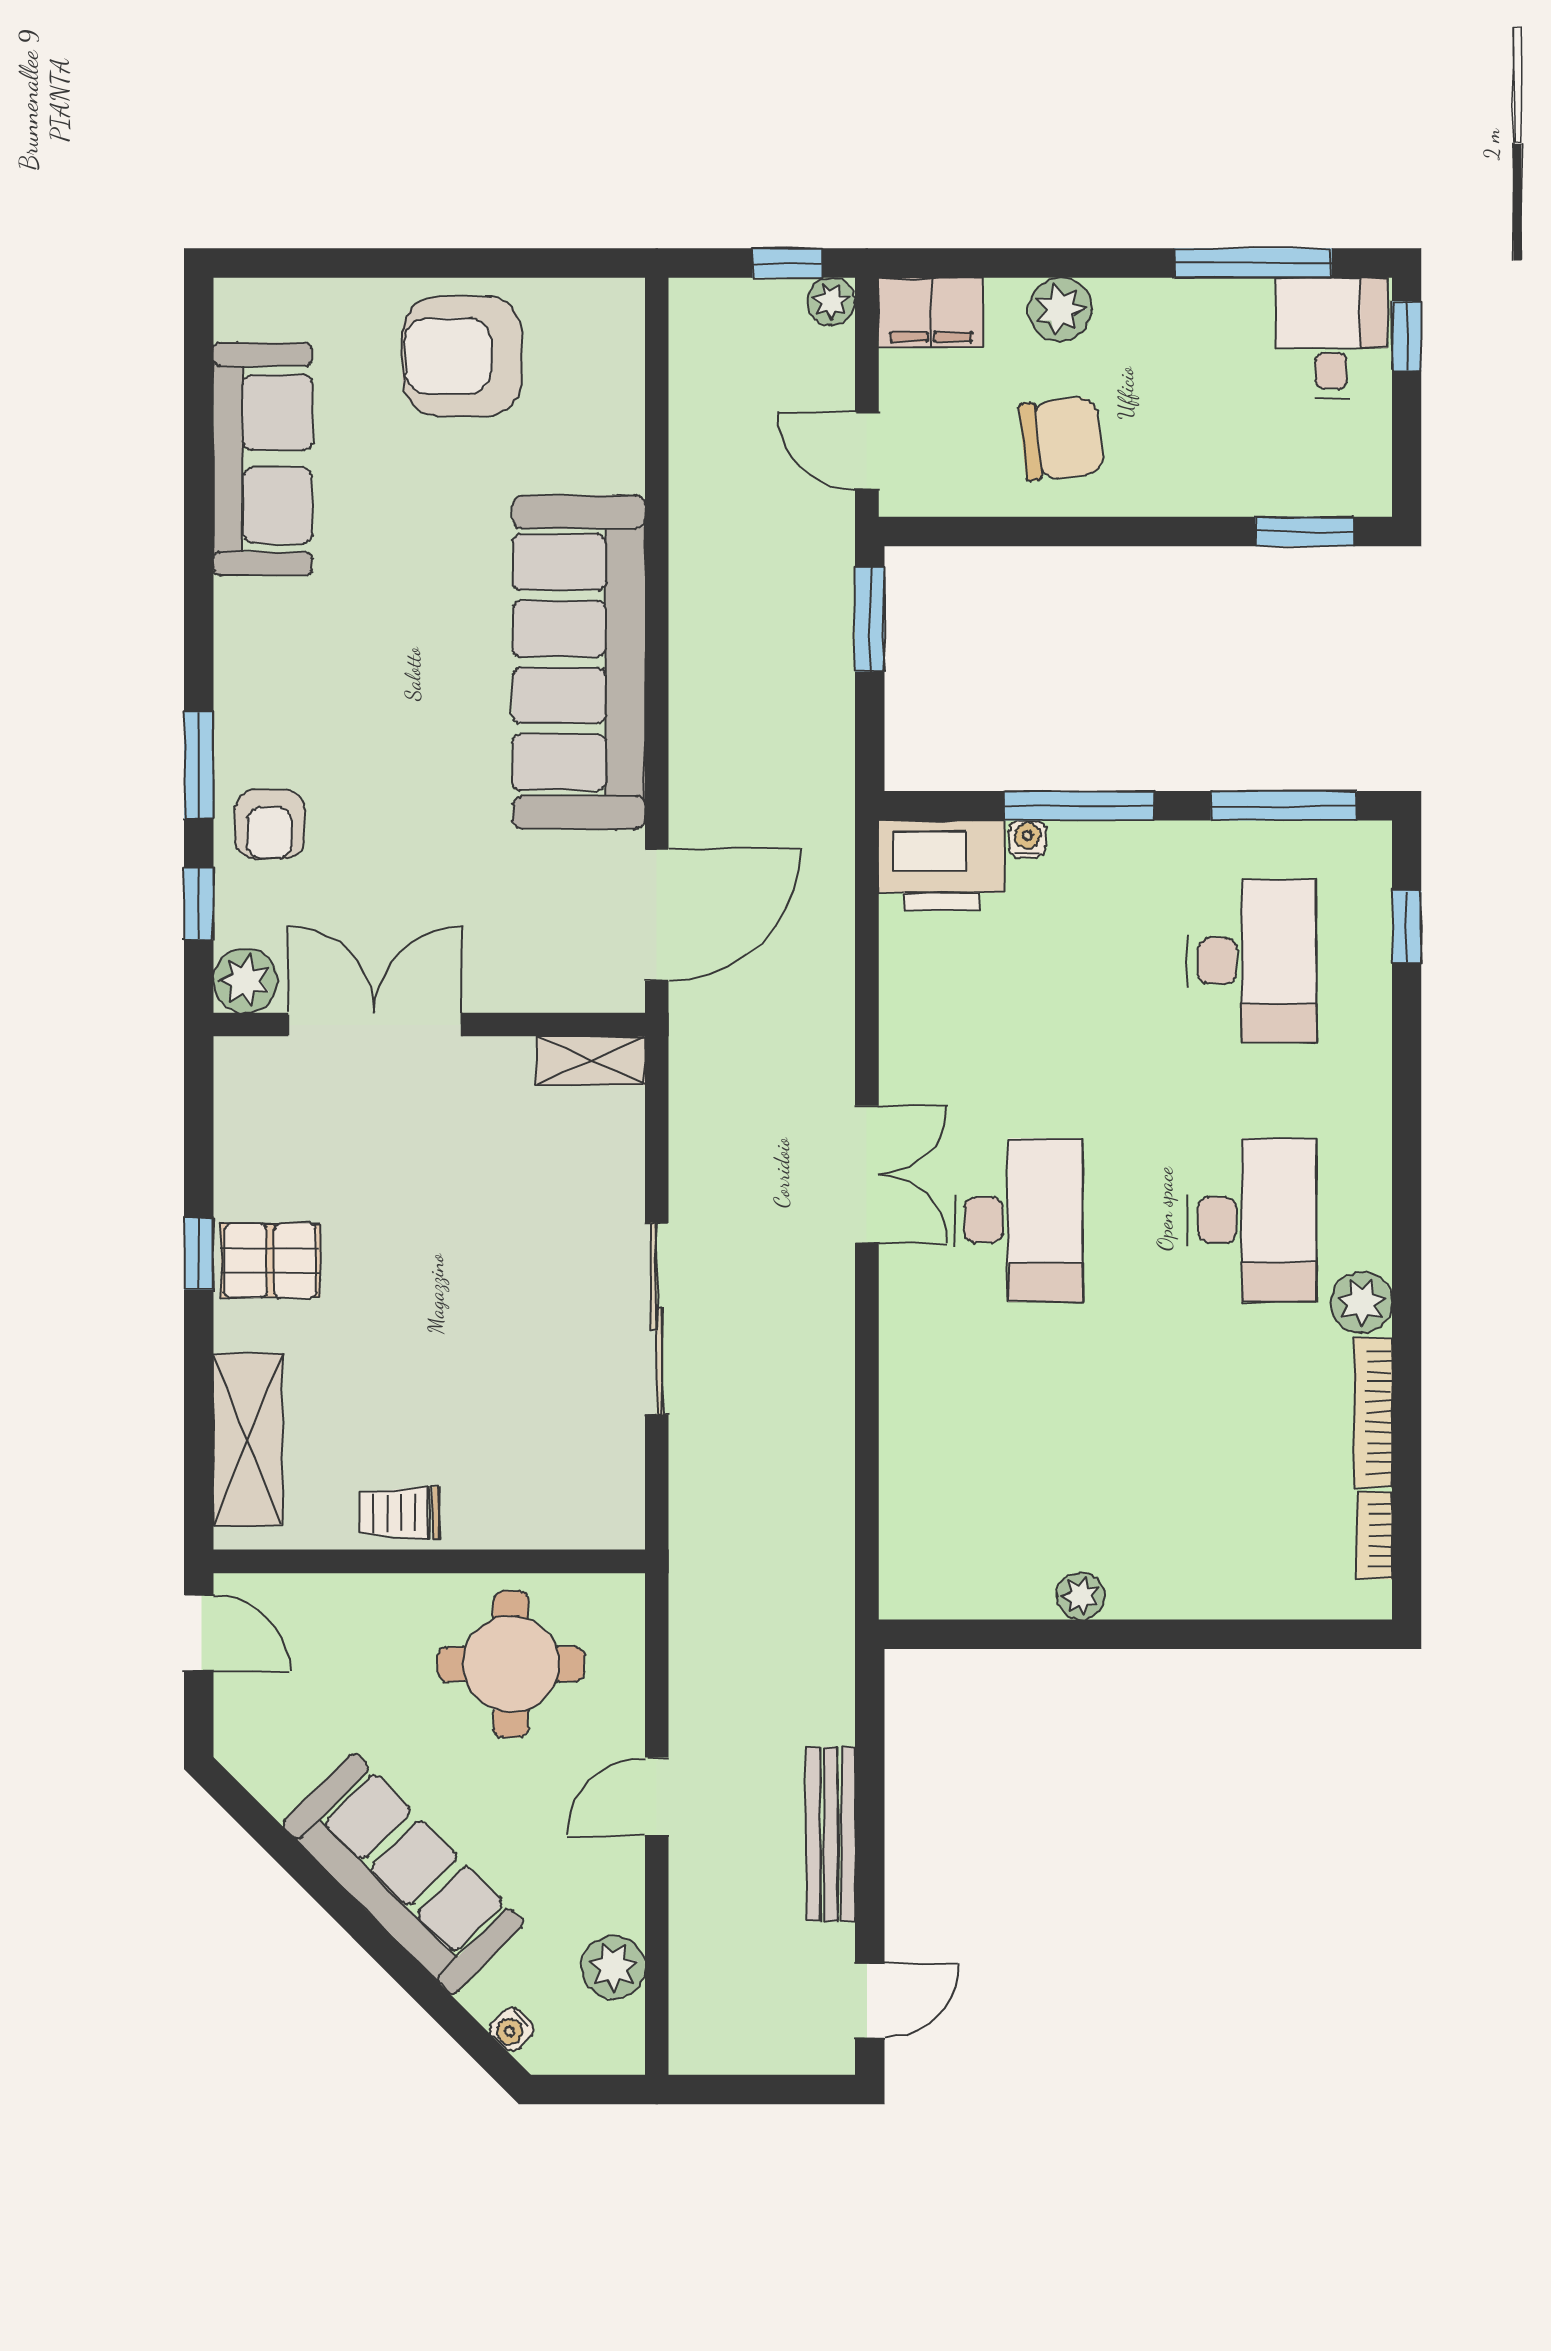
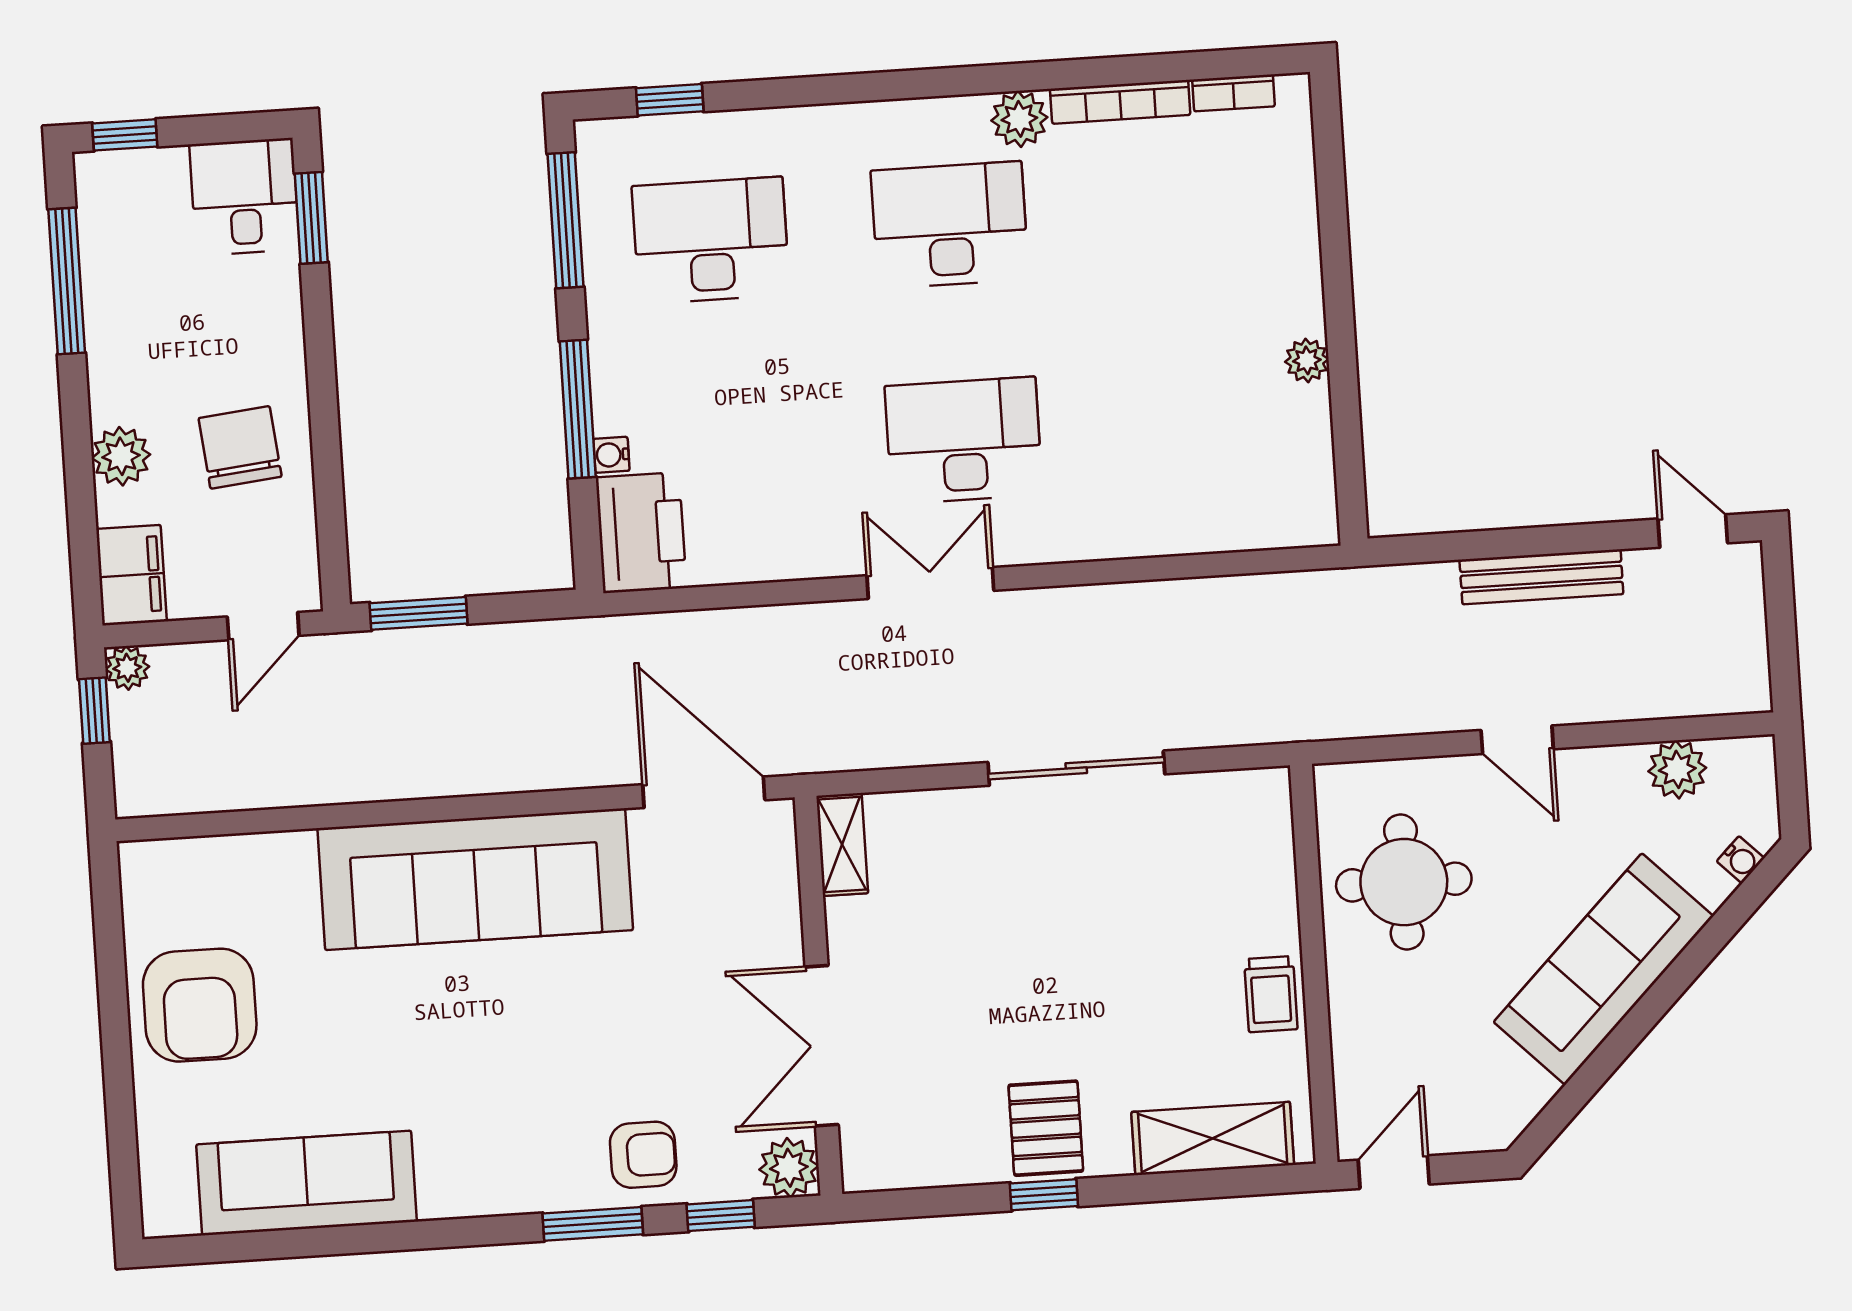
desk: (1331, 338) -> (244, 197), moved, turned 90

